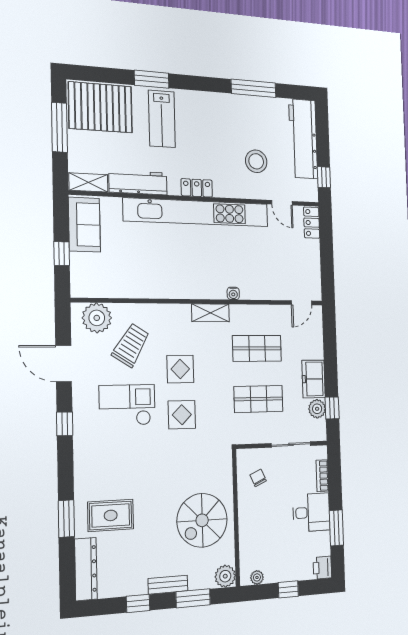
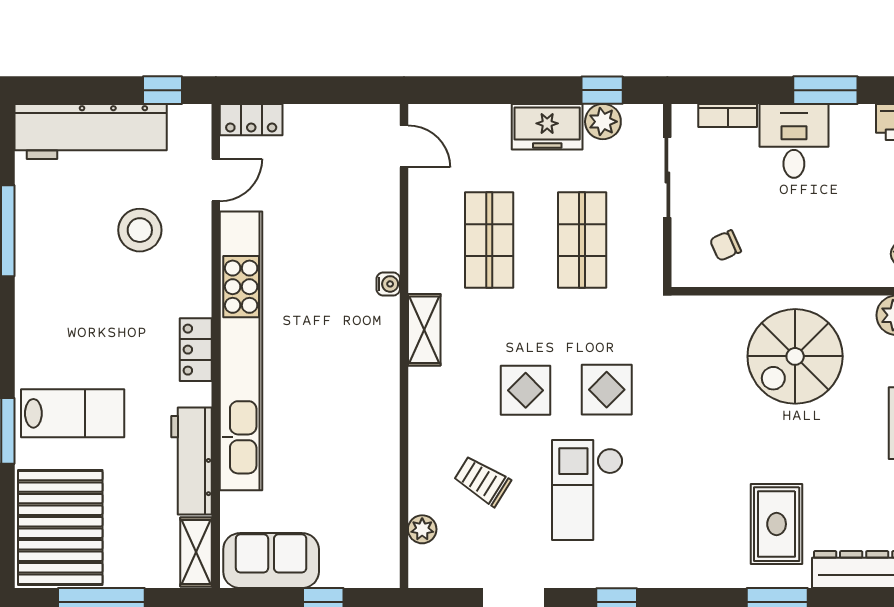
plant: (97, 318) -> (422, 529), width x0.53, depth x0.53
trolley: (131, 345) -> (482, 481), width x0.73, depth x0.72
spiral stairs: (202, 520) -> (795, 356), turned 90

